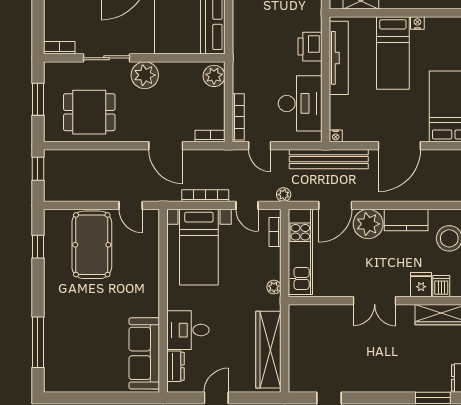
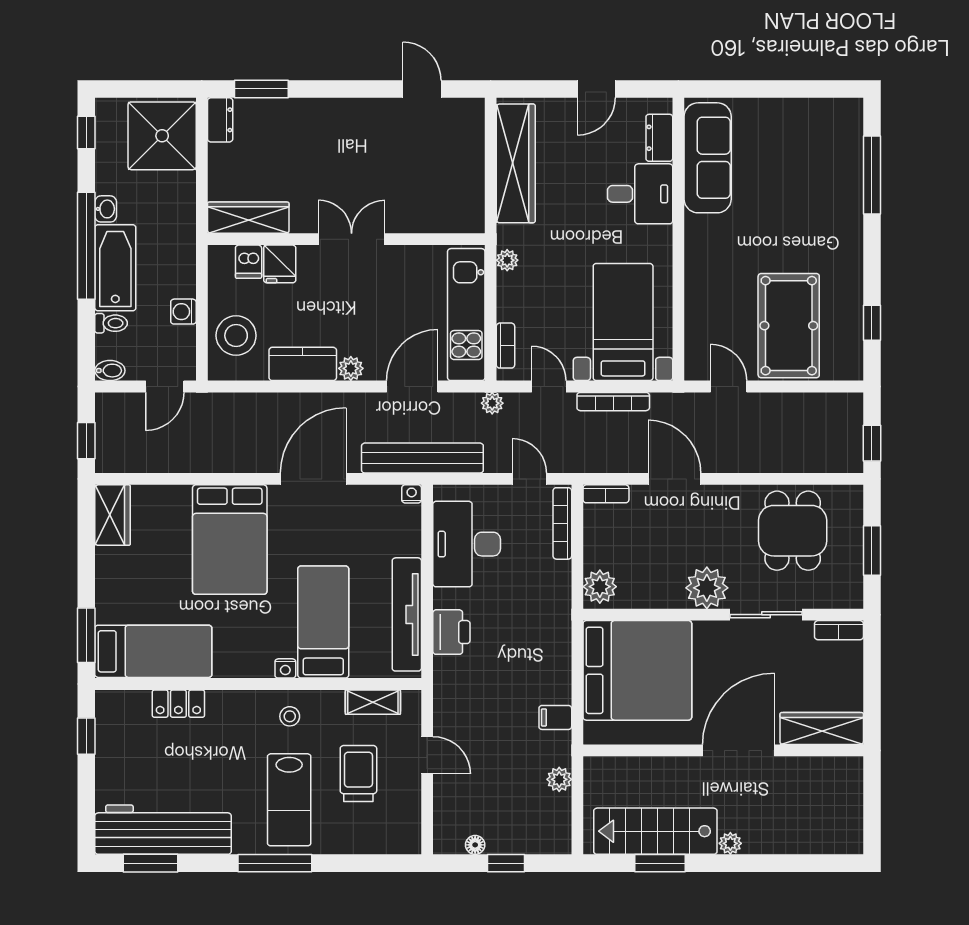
dining table: (89, 112) -> (793, 531), turned 90
plant: (368, 224) -> (351, 368), width x0.53, depth x0.53

